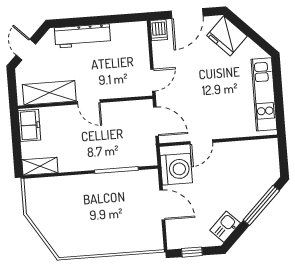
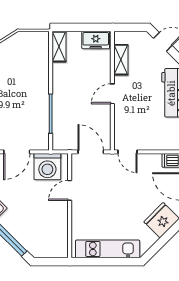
shelving: (49, 93) -> (121, 60), width x0.67, depth x0.75
door: (156, 122) -> (91, 152), swing flipped
door: (201, 142) -> (70, 190), hinge flipped

